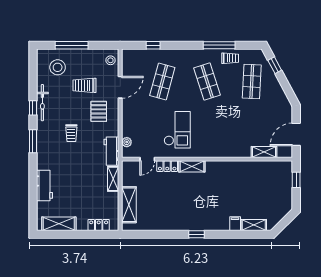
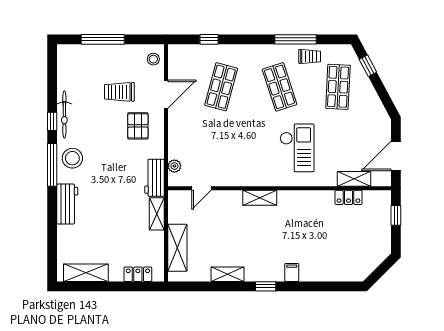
stool: (58, 67) -> (72, 158), moved
checkout: (177, 130) -> (297, 148), moved
trolley: (71, 133) -> (102, 154), removed
window: (33, 141) -> (52, 165), width x1.44
locker: (167, 166) -> (348, 197), moved
workbench: (45, 186) -> (67, 204), moved
filing cabinet: (235, 224) -> (292, 272), moved
shelving: (254, 225) -> (228, 274), moved

